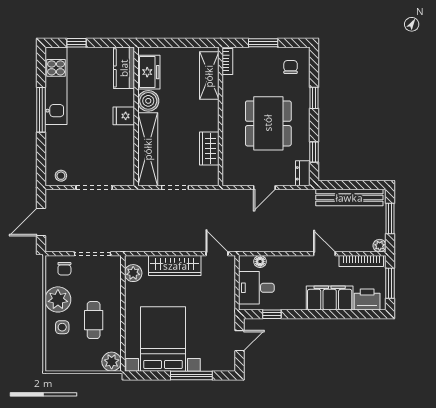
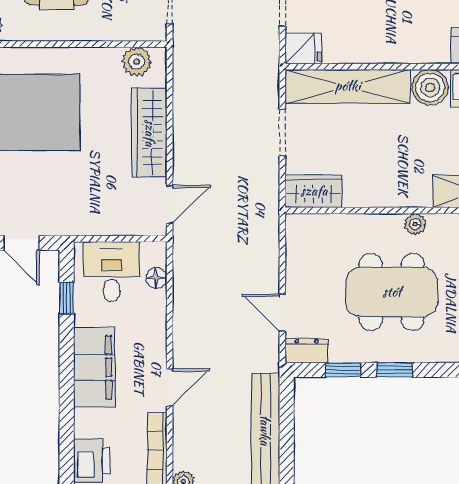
window: (314, 98) -> (395, 370), moved
plant: (228, 110) -> (415, 224), added
fridge: (124, 116) -> (303, 49), moved, turned 90
wardrobe: (209, 148) -> (314, 191), moved
door: (264, 188) -> (282, 313), moved
filing cabinet: (330, 298) -> (94, 367), moved

